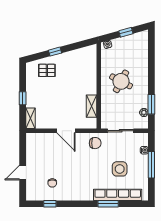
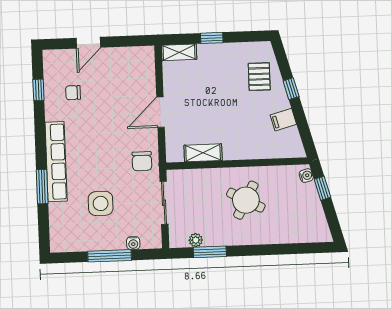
window: (126, 32) -> (322, 188), moved
filing cabinet: (73, 57) -> (283, 120), added
door: (23, 173) -> (88, 43), swing flipped
row of seats: (118, 195) -> (56, 162), moved

